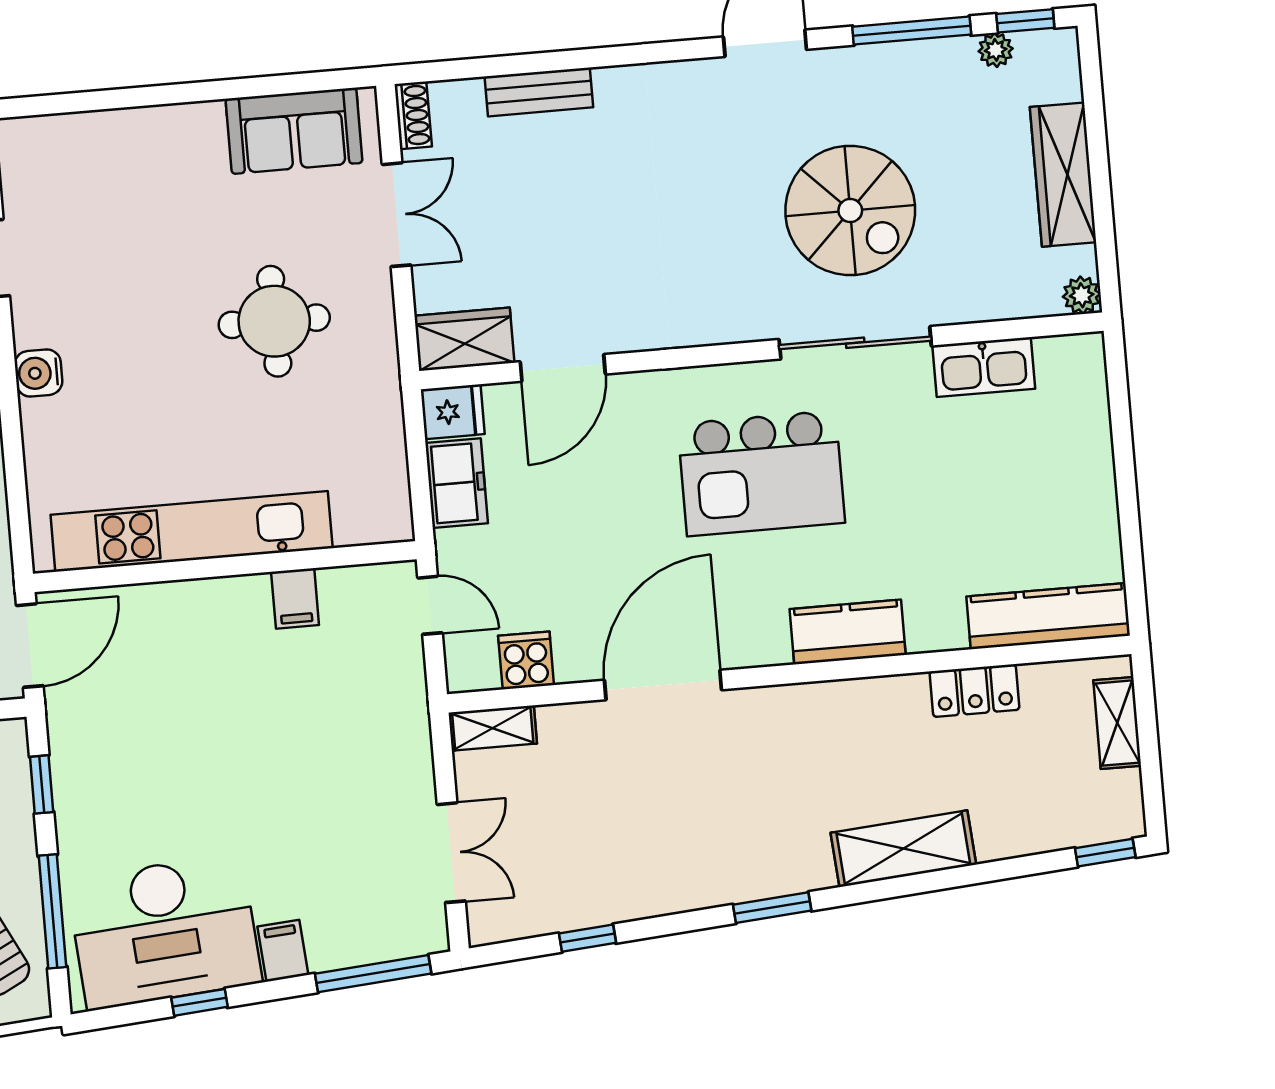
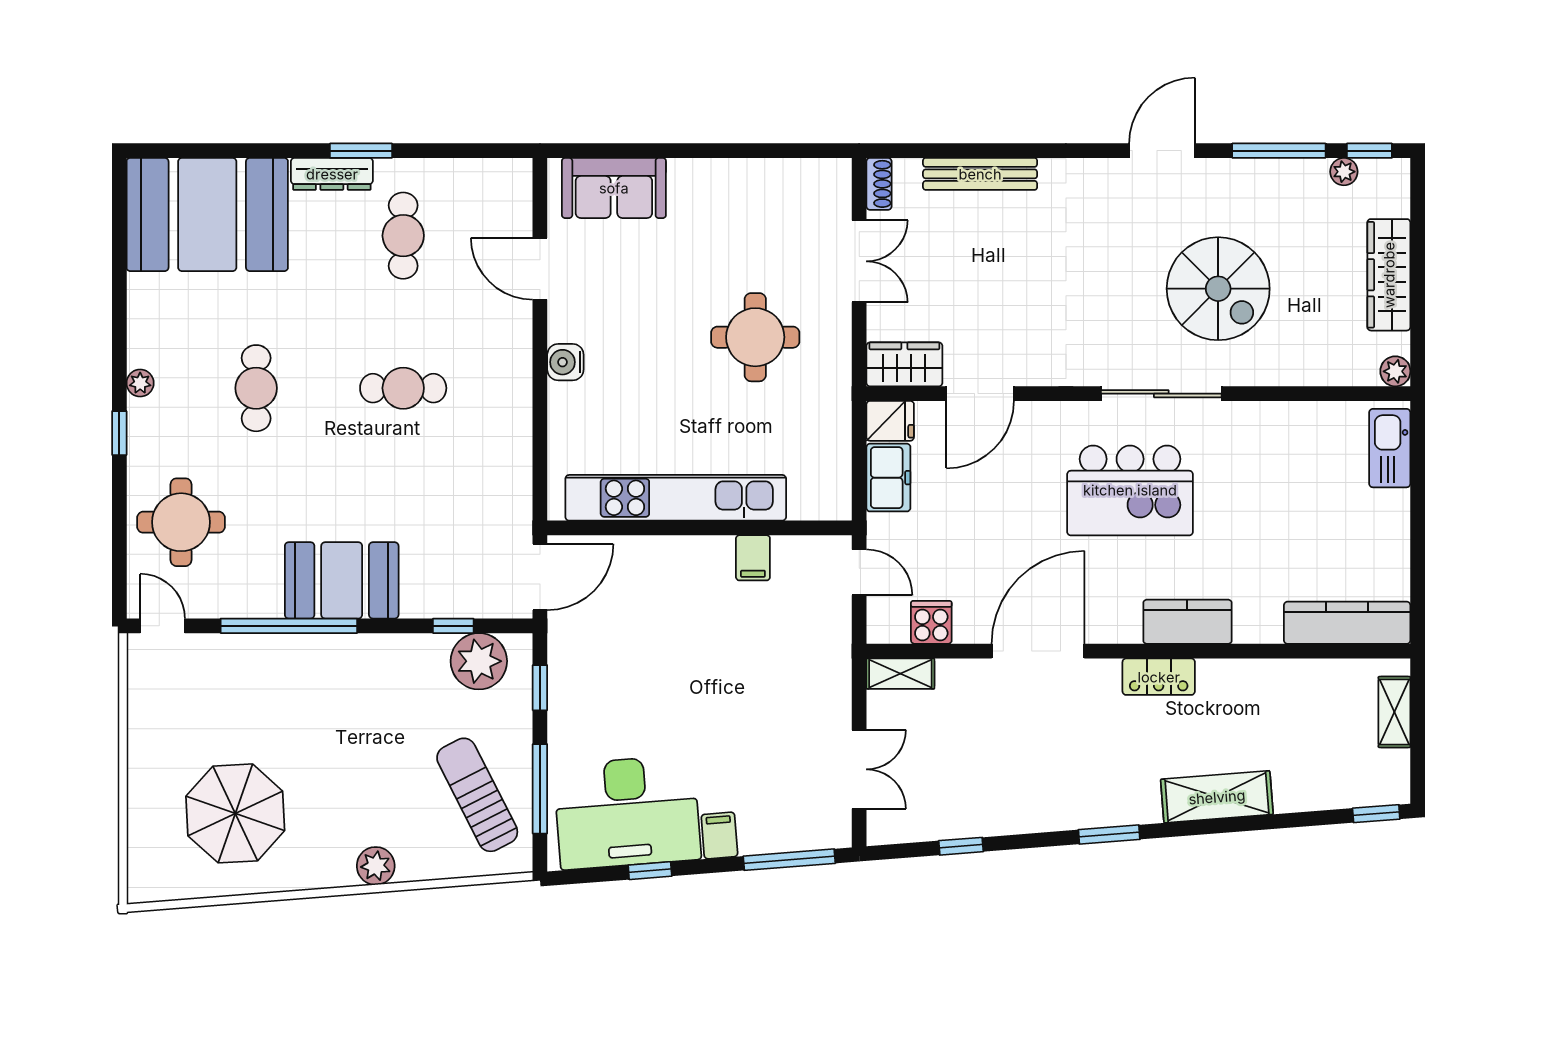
bench: (539, 92) -> (980, 174), width x1.36
sofa: (294, 131) -> (614, 188), moved
sliding door: (855, 343) -> (1161, 394), moved
kitchen sink: (984, 367) -> (1390, 448), moved, turned 90
locker: (974, 691) -> (1159, 677), moved

